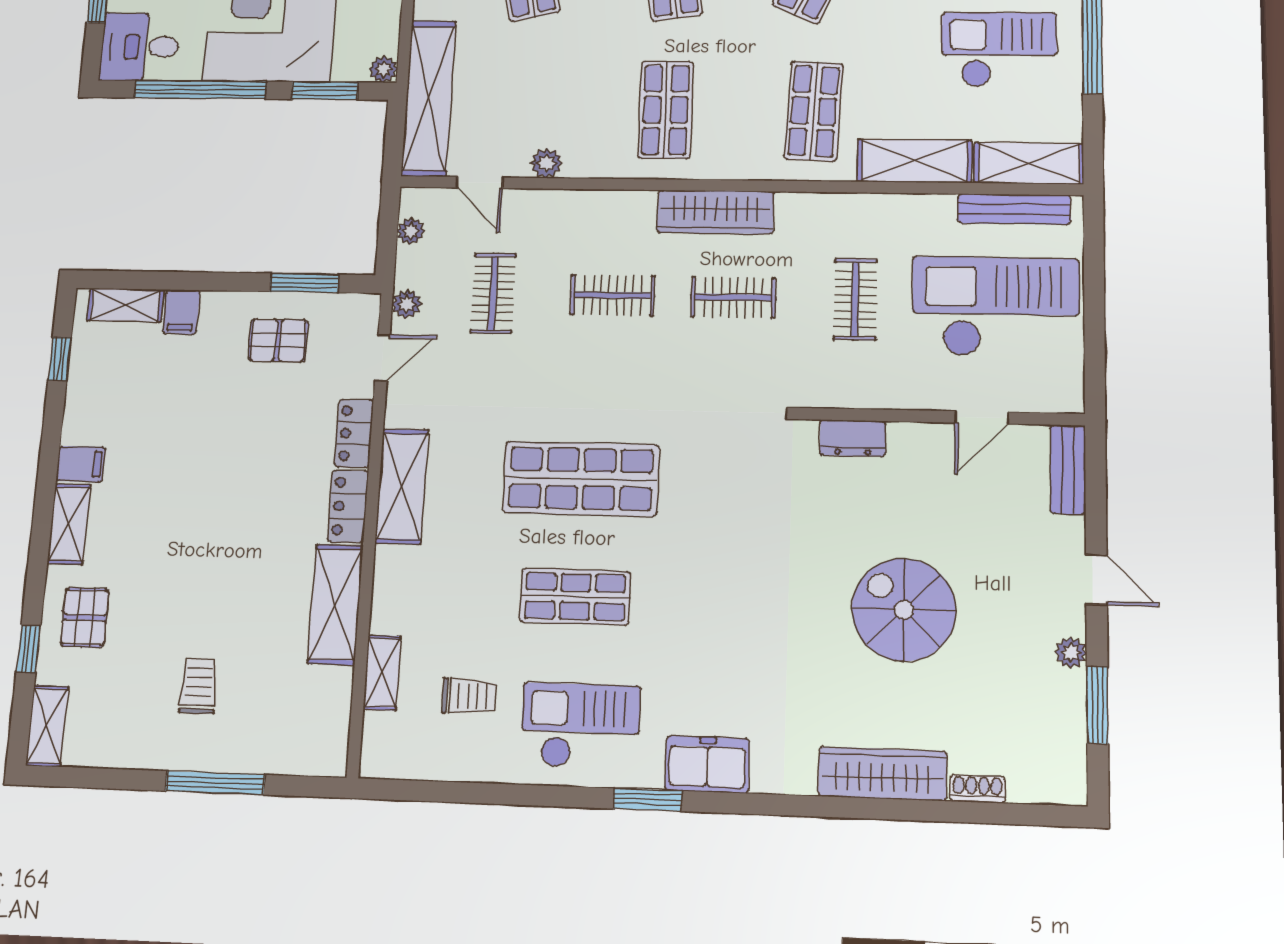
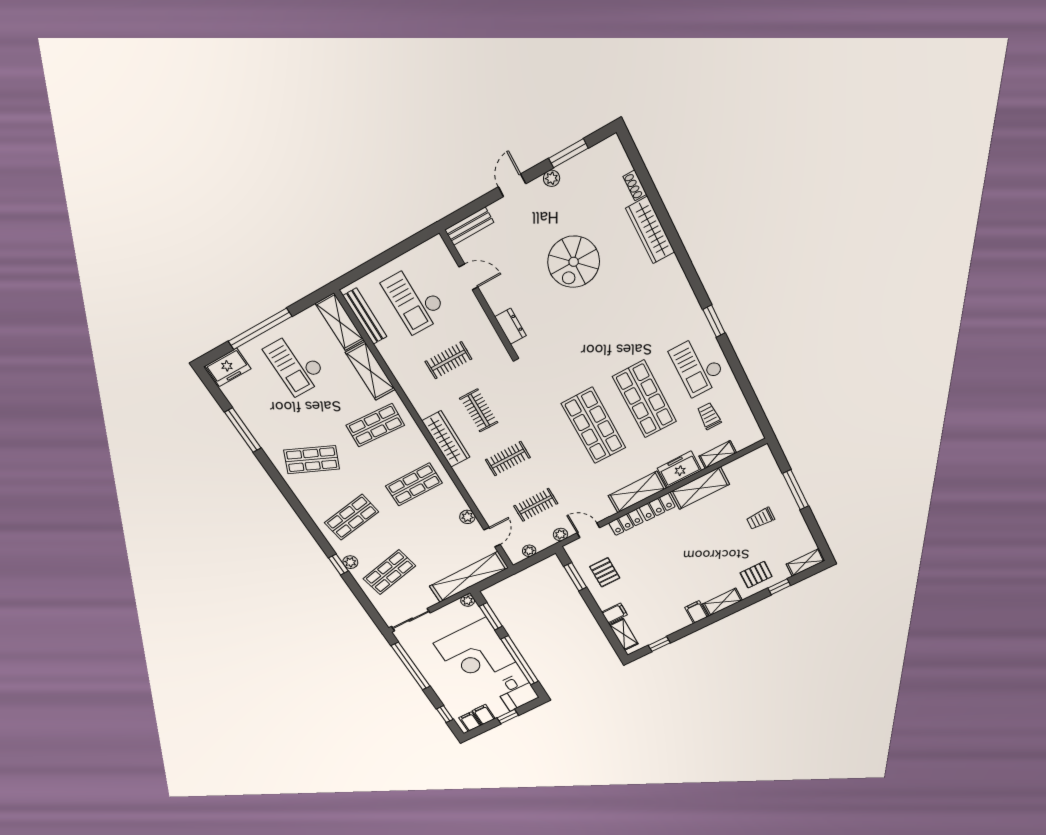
clothes rail: (613, 295) -> (508, 459), turned 90
checkout: (995, 307) -> (415, 299), width x0.73, depth x0.83
shop shelf: (575, 597) -> (645, 399), width x1.43, depth x1.36
freezer: (707, 764) -> (679, 469), moved, turned 90

